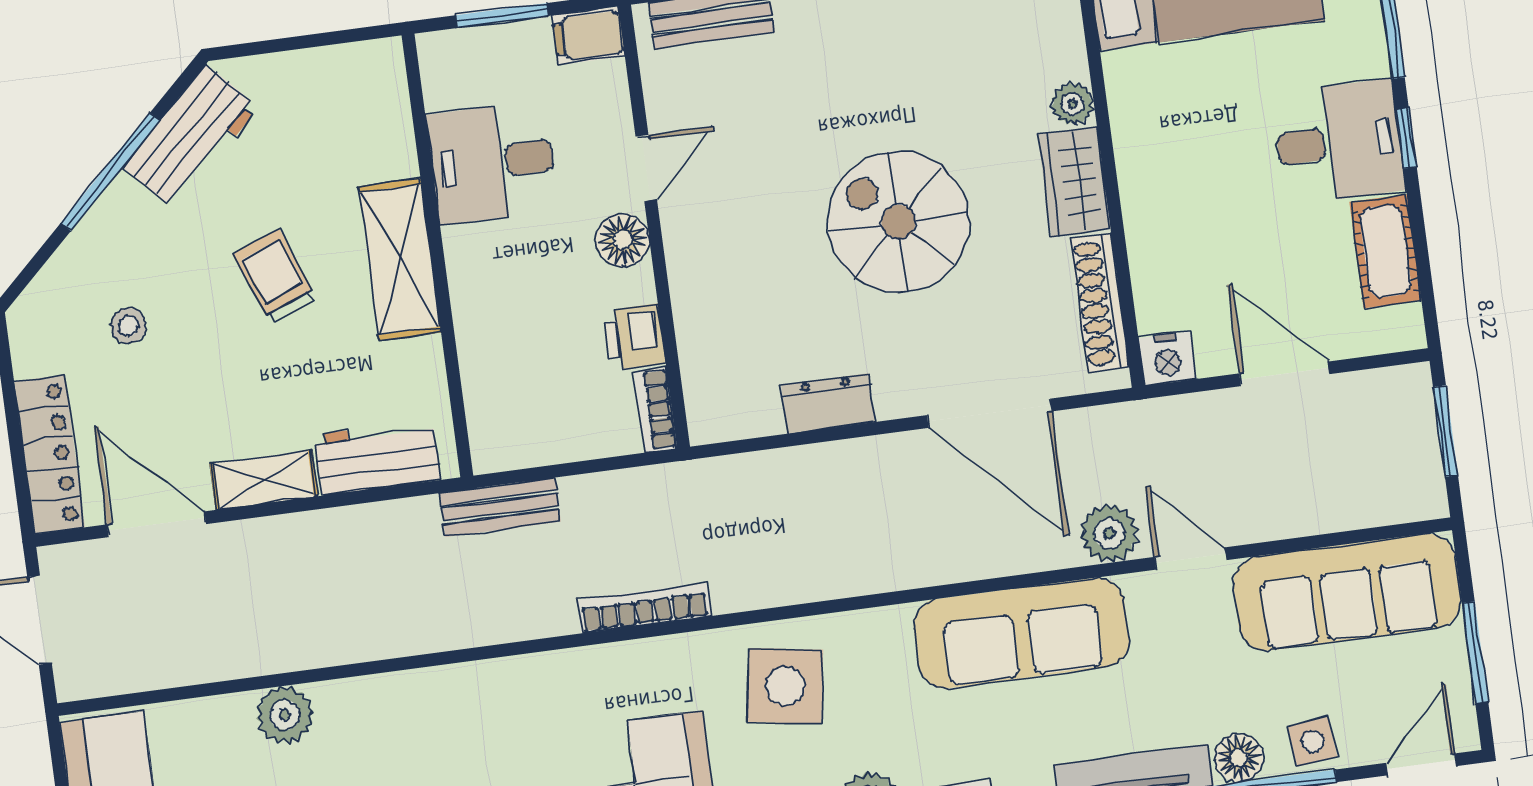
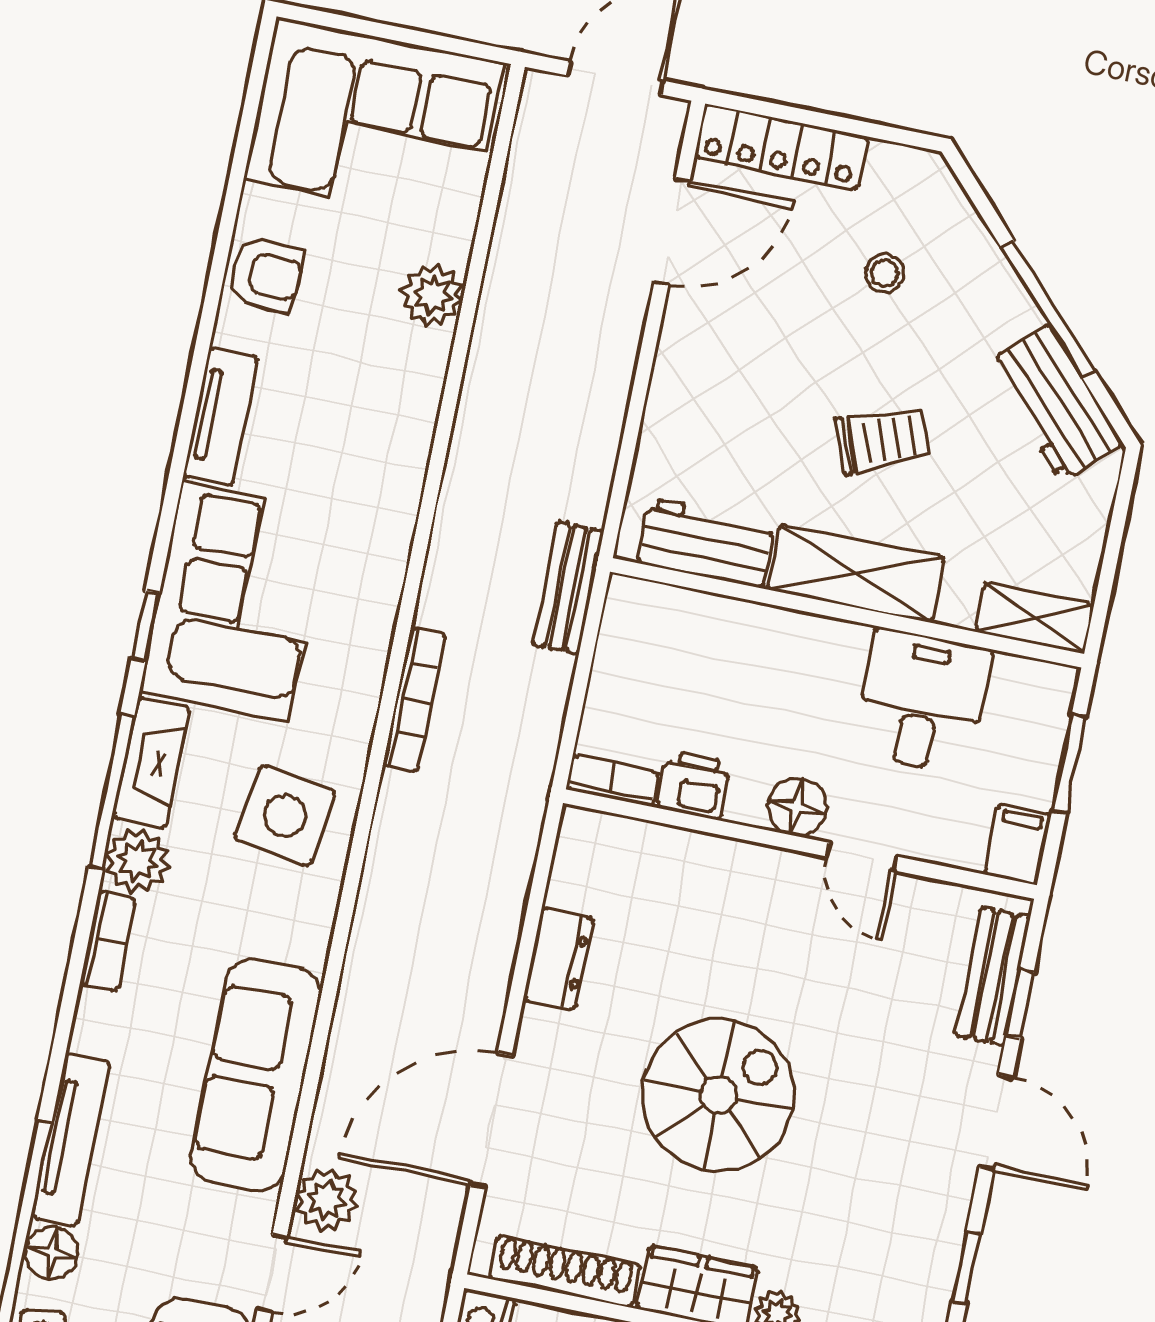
workbench: (377, 457) -> (706, 543), moved, turned -90
shelving: (264, 480) -> (1035, 618), moved, turned 90

